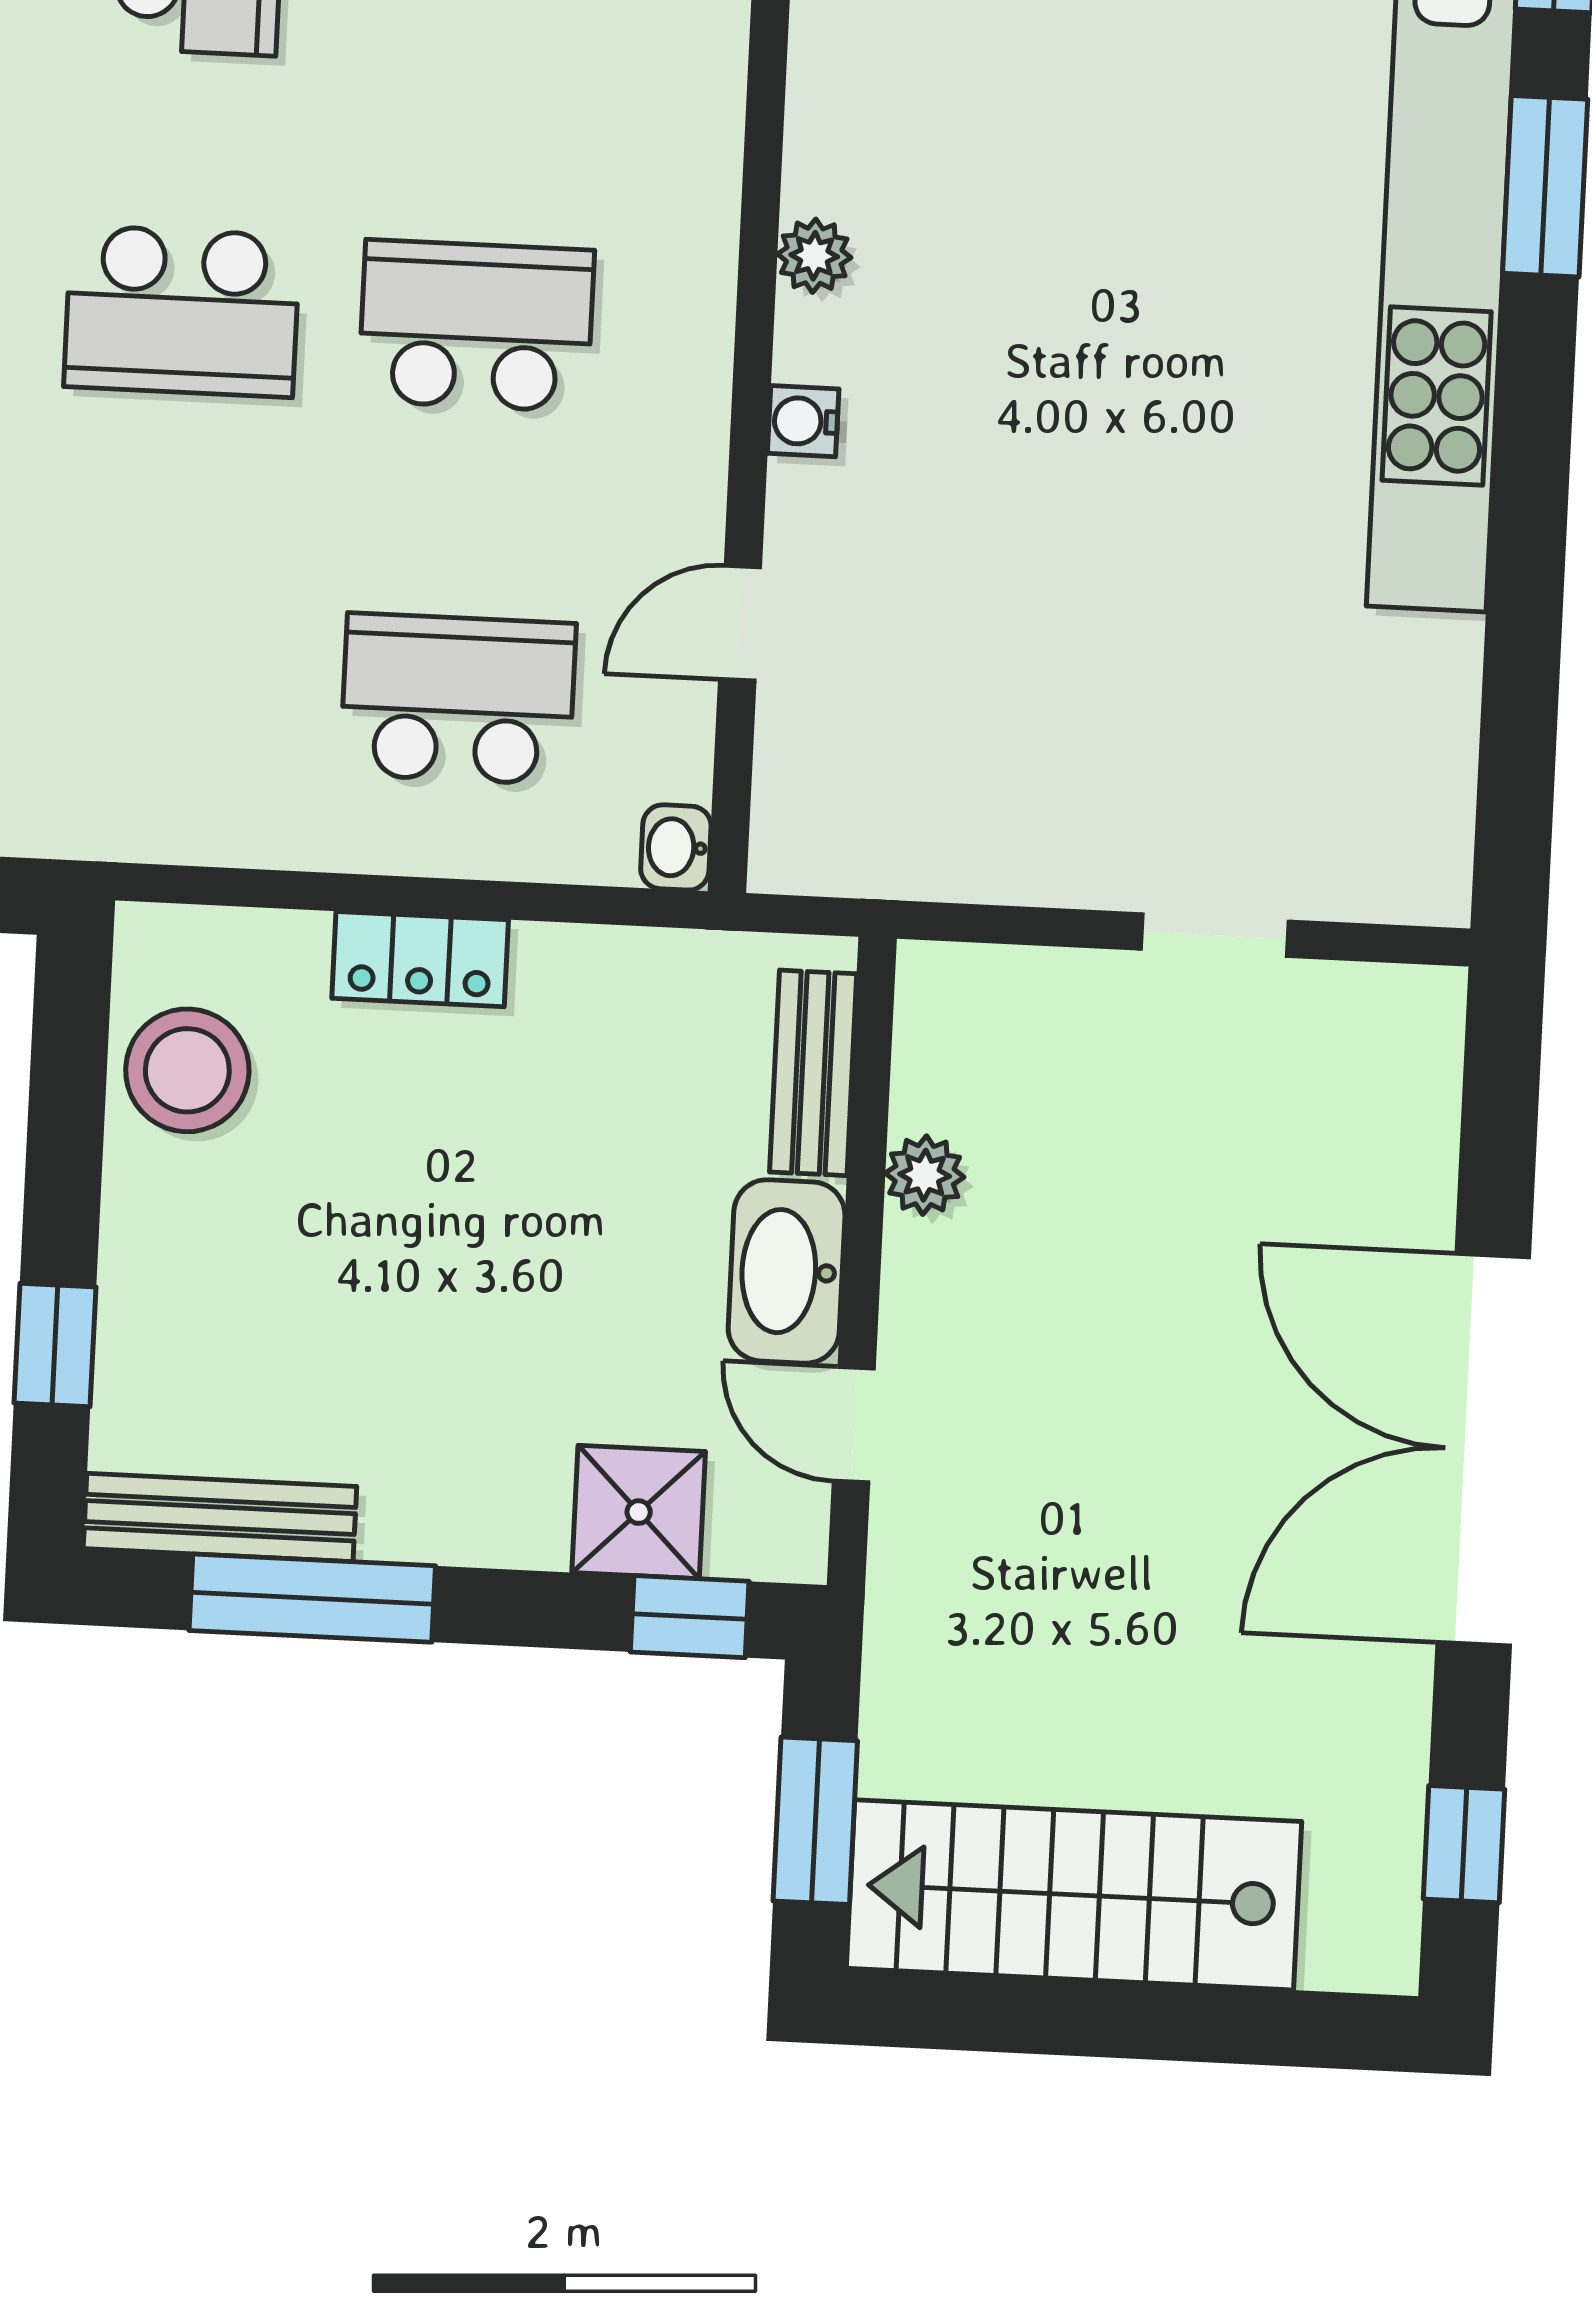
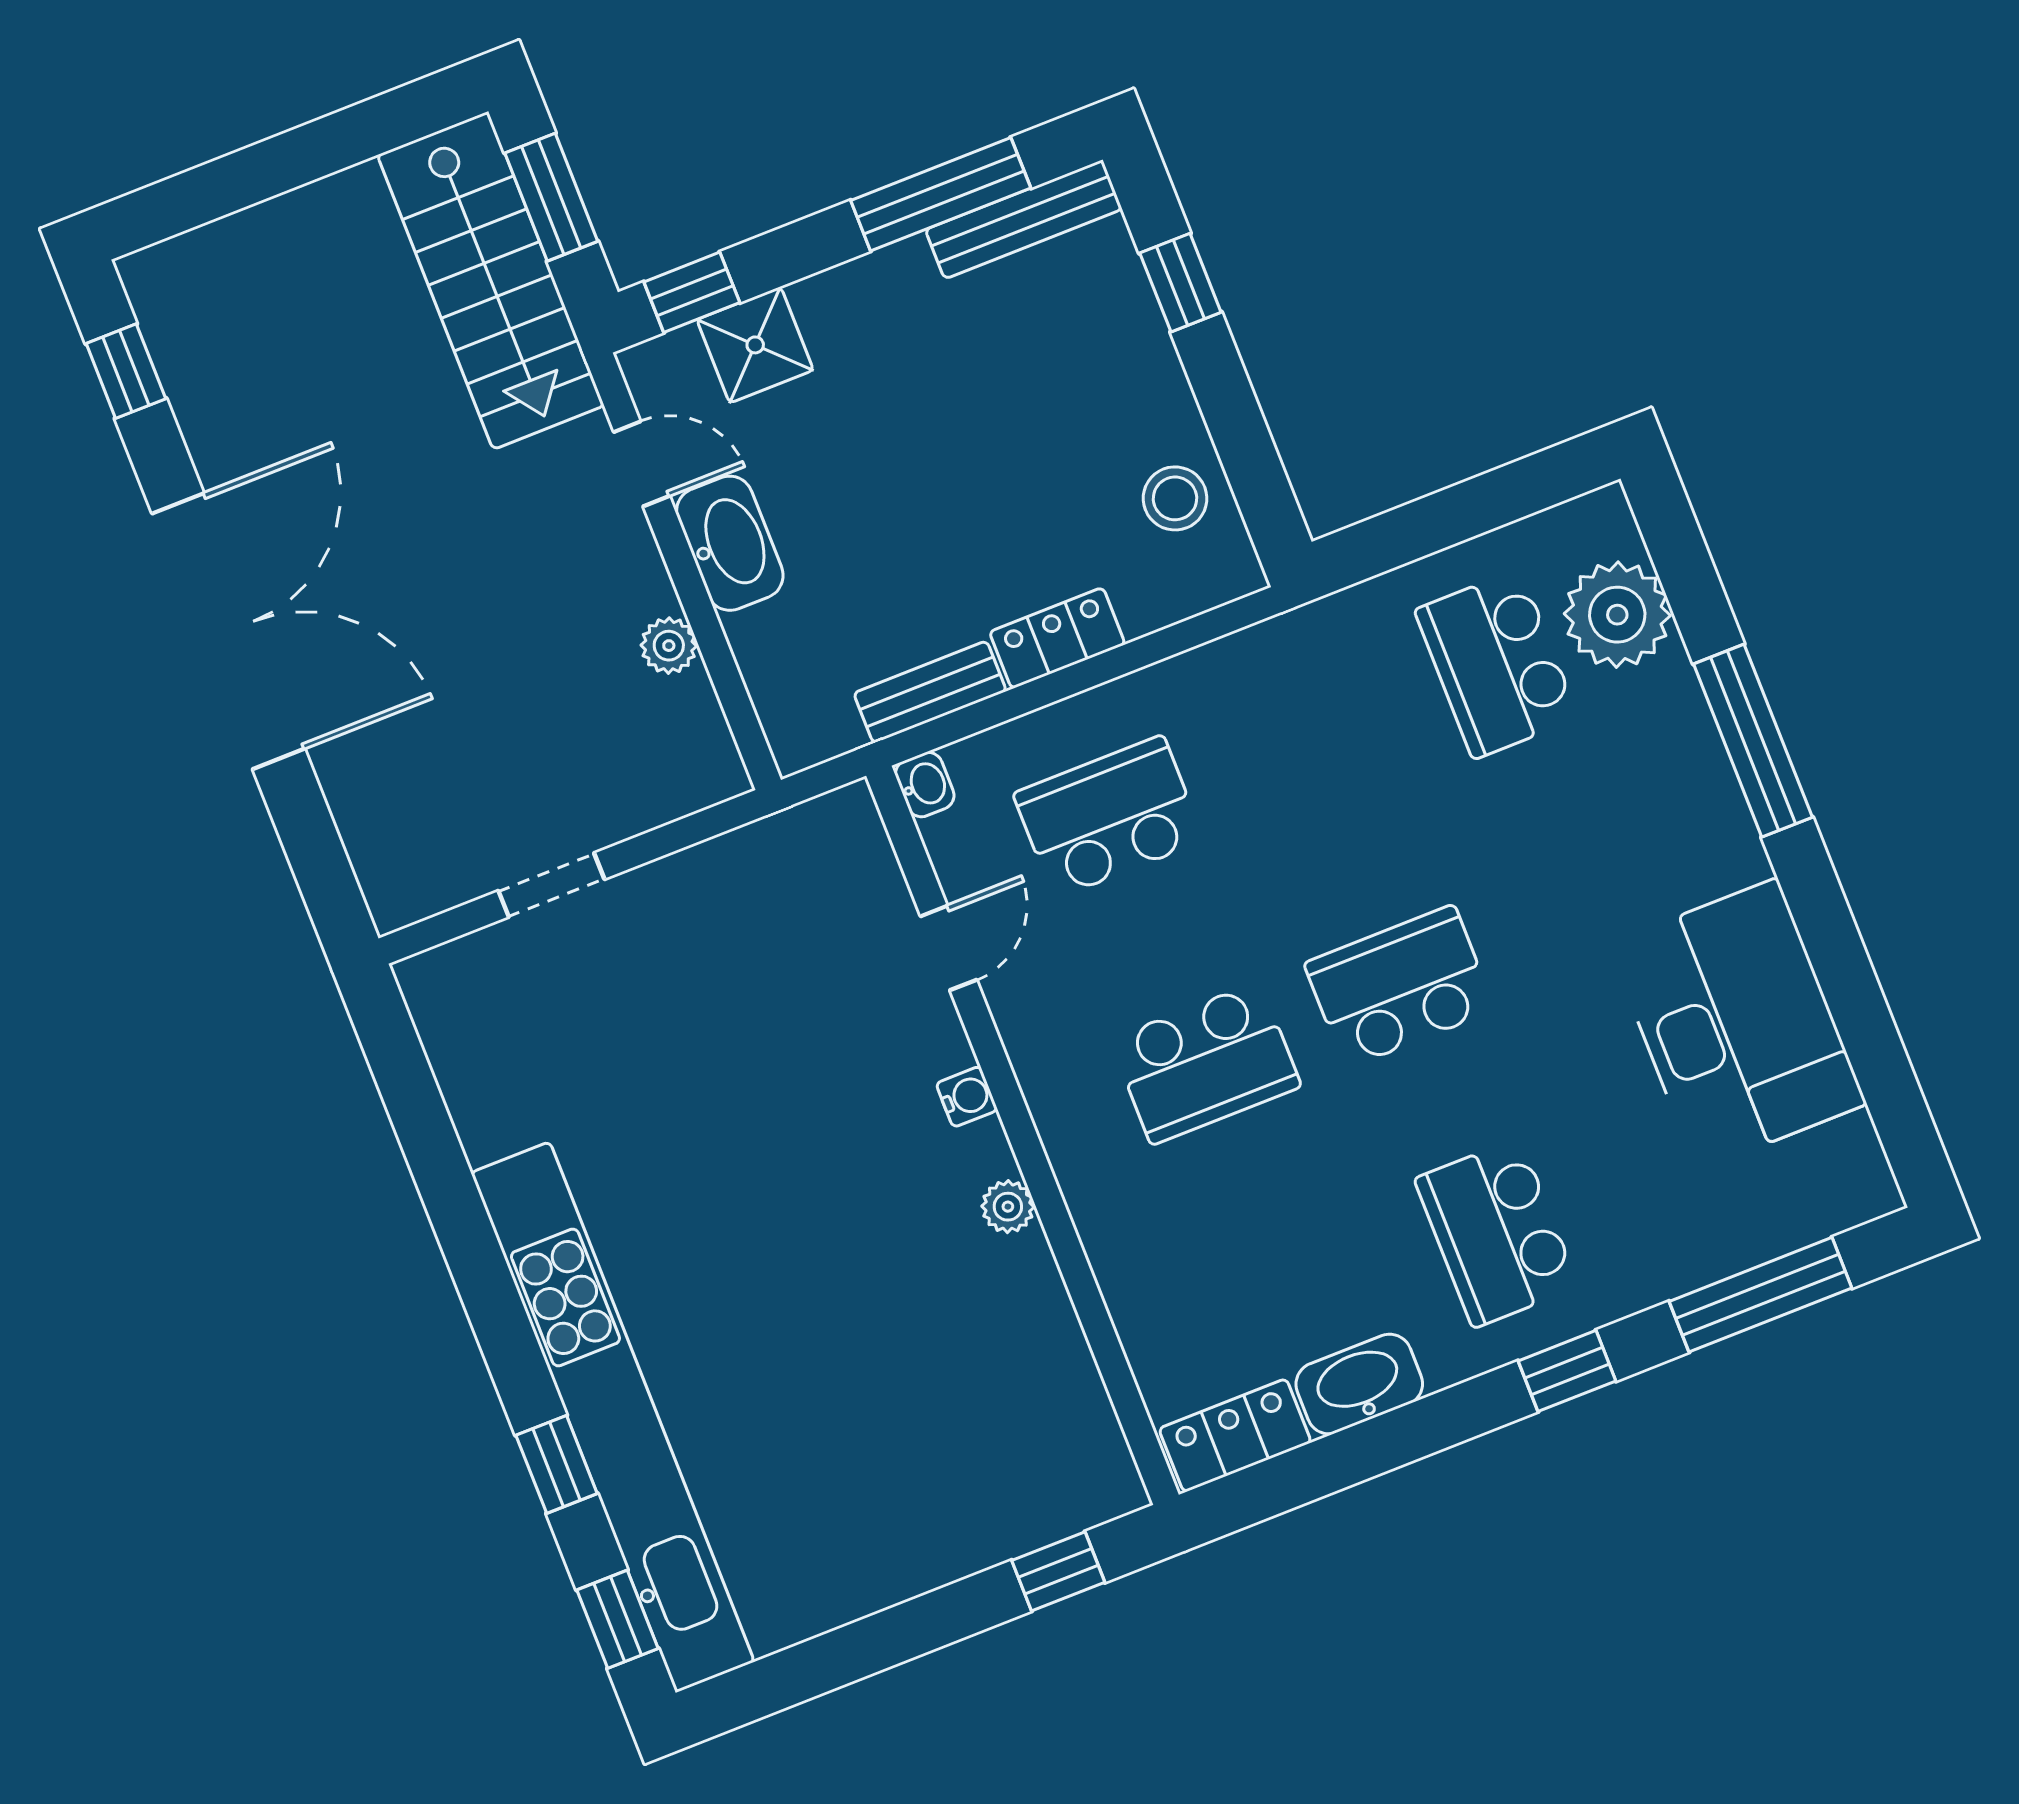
window: (1545, 186) -> (557, 1464), width x0.67
school desk: (458, 699) -> (1109, 817), turned 180
stool: (187, 1070) -> (1175, 498), width x0.73, depth x0.73
bench: (813, 1073) -> (930, 692), moved, turned 90
stairs: (1074, 1895) -> (491, 280), moved, turned 90

